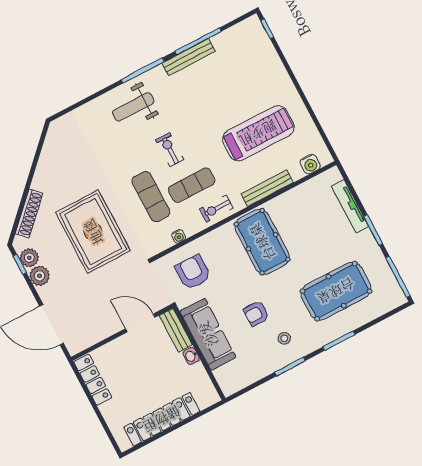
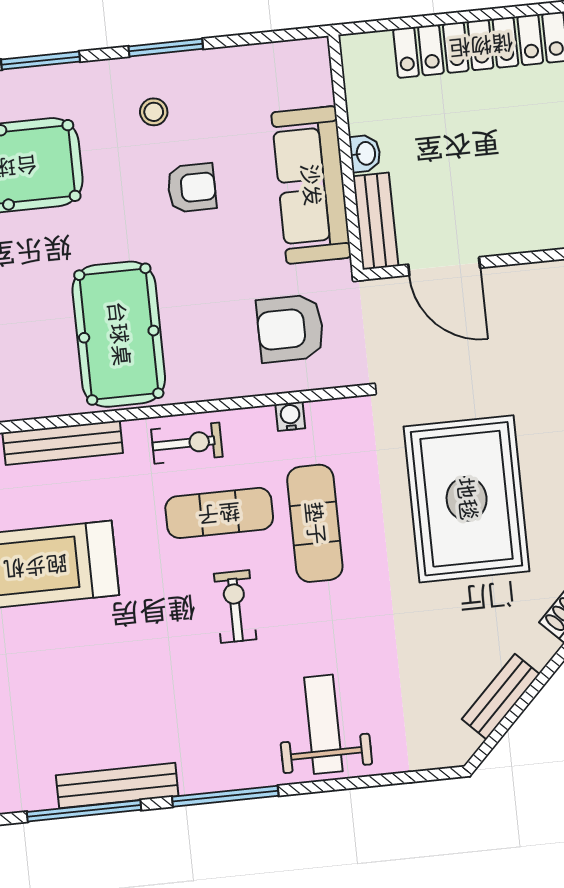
weight bench: (133, 107) -> (323, 724), moved, turned -90
exercise bike: (170, 150) -> (235, 607), turned 180
bench: (47, 156) -> (501, 697), added
armchair: (193, 272) -> (290, 329), turned 90

